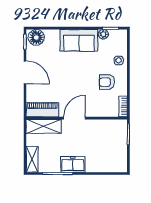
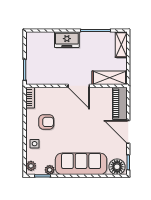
plant: (122, 38) -> (31, 166), added
sofa: (79, 40) -> (81, 164), width x1.36
piano: (42, 110) -> (120, 103), moved, turned 90
door: (74, 118) -> (79, 86), hinge flipped
freezer: (73, 164) -> (67, 40), moved

